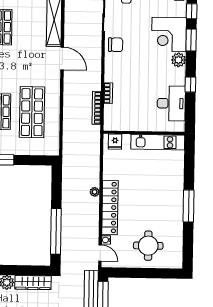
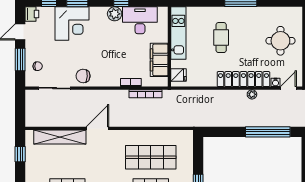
chair: (116, 45) -> (83, 76), turned -88
plant: (179, 60) -> (115, 14), moved
filing cabinet: (131, 122) -> (159, 60), added
cafe table: (152, 185) -> (221, 38), added
plant: (95, 192) -> (252, 94), moved

